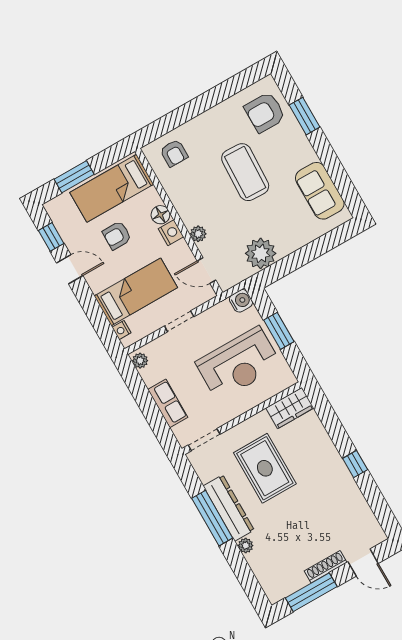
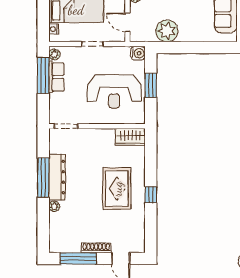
window: (141, 394) -> (43, 75), added
row of seats: (168, 403) -> (56, 77), moved
rug: (265, 468) -> (117, 189), moved

